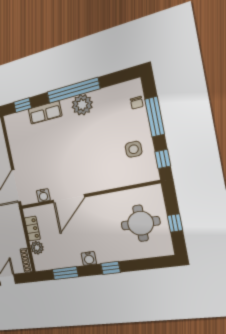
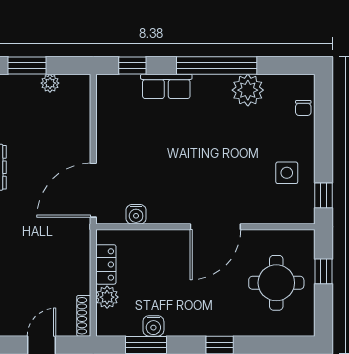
plant: (82, 105) -> (248, 90), moved
window: (155, 117) -> (324, 134), removed
door: (69, 199) -> (215, 227), moved
window: (175, 223) -> (324, 271), moved
water cooler: (89, 258) -> (153, 326), moved

